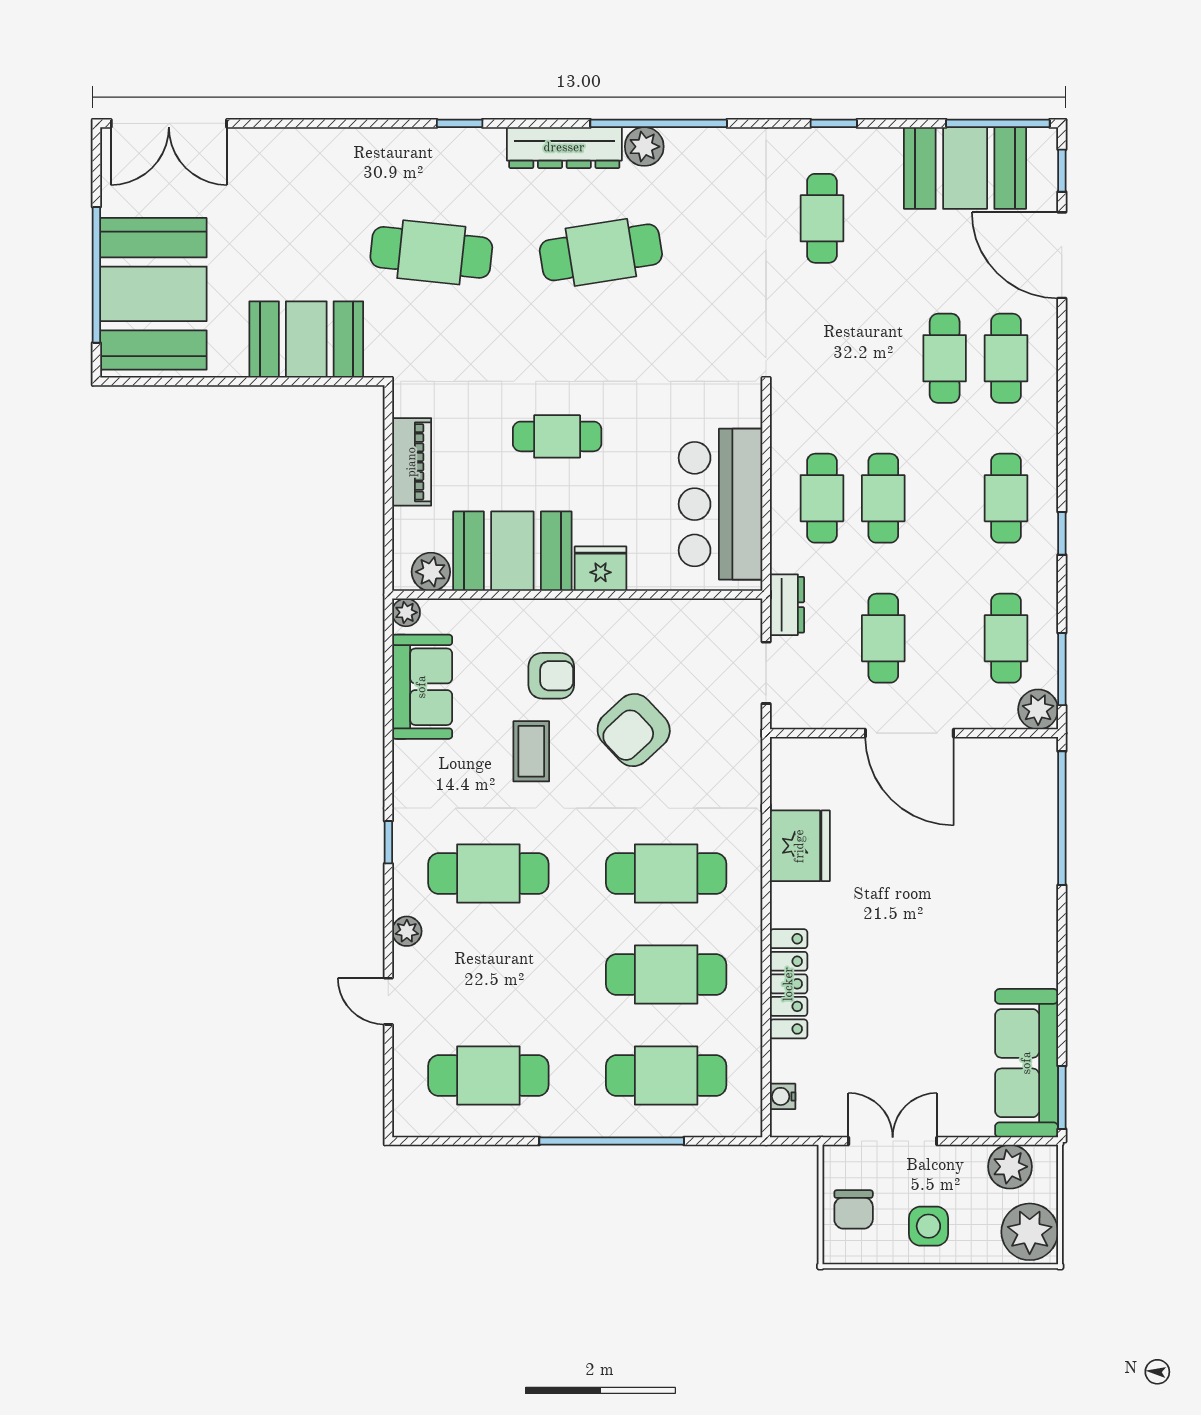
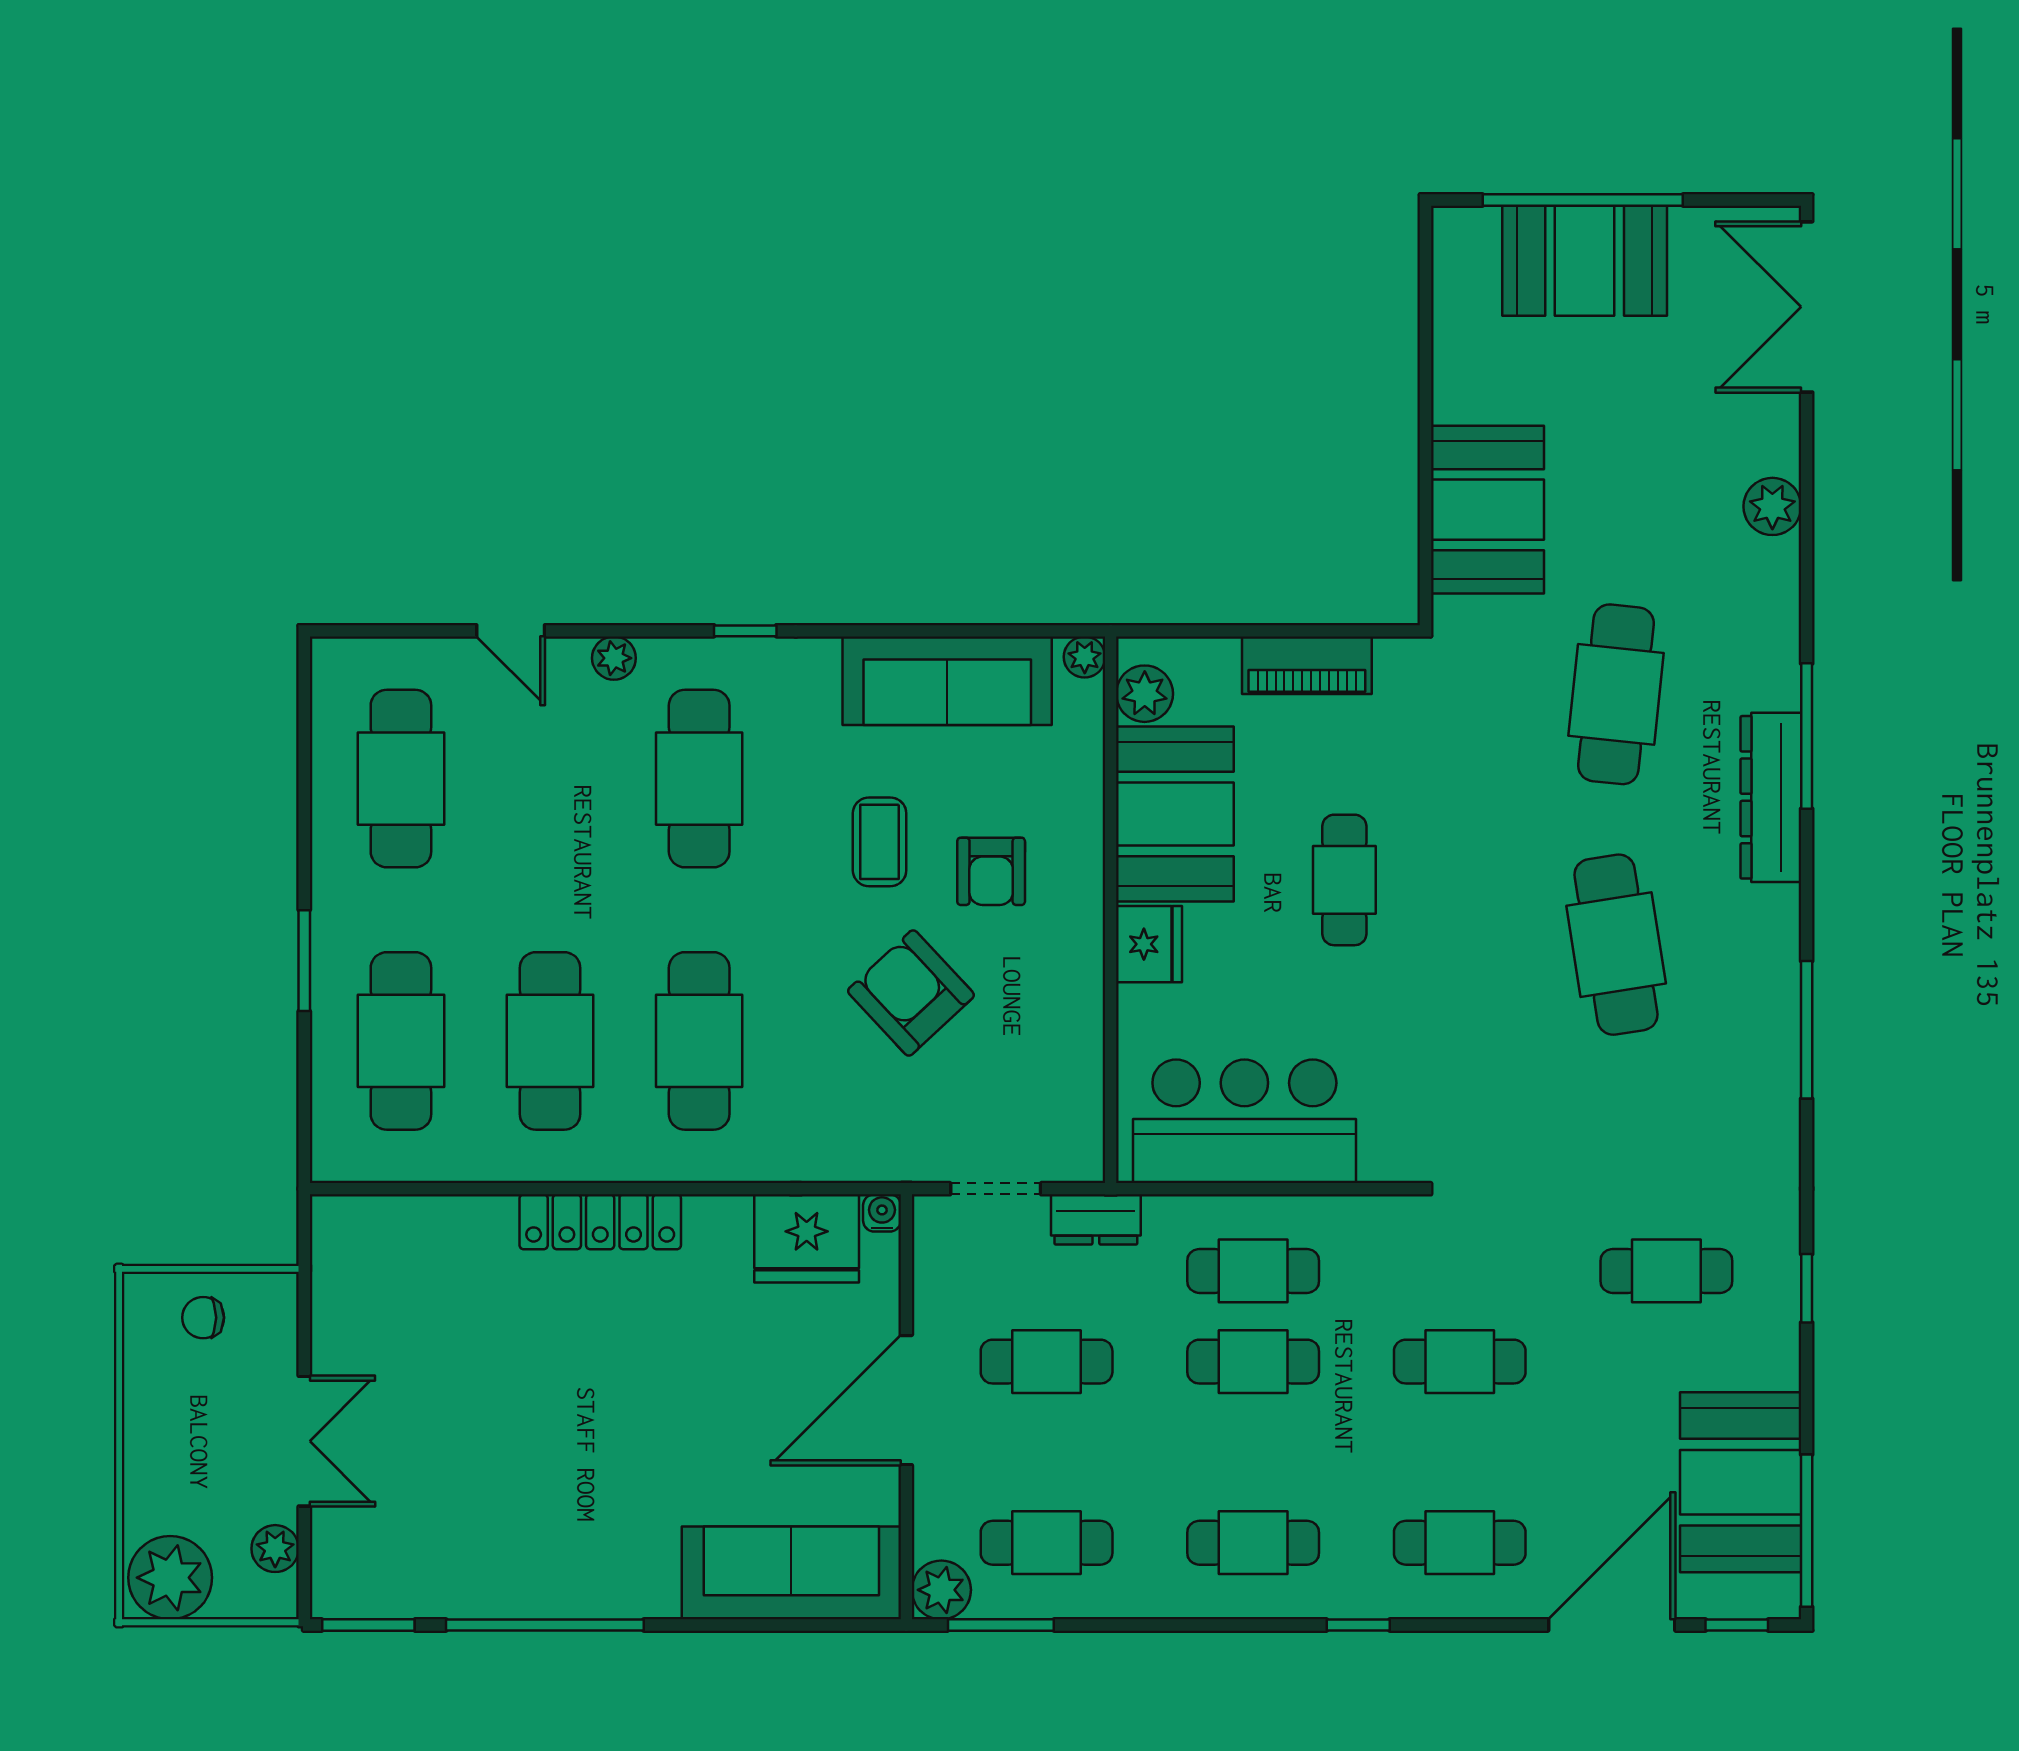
window: (460, 123) -> (1807, 736), width x2.17
window: (659, 123) -> (1807, 1030), width x0.68
plant: (644, 147) -> (1772, 506), moved
dresser: (564, 148) -> (1771, 797), moved
booth: (153, 294) -> (1585, 261), width x0.73, depth x0.70
cafe table: (945, 358) -> (1460, 1362), moved
window: (1062, 533) -> (1358, 1625), moved
sofa: (422, 687) -> (947, 681), width x1.36
coffee table: (531, 751) -> (880, 842), turned 90
window: (1062, 818) -> (545, 1625), moved
fridge: (800, 846) -> (807, 1238), moved
locker: (789, 984) -> (600, 1222), moved
door: (388, 1001) -> (511, 631), swing flipped
sofa: (1027, 1063) -> (791, 1573), moved
water cooler: (783, 1096) -> (882, 1213), moved
window: (612, 1141) -> (304, 961), width x0.47
double door: (893, 1141) -> (304, 1441), moved
plant: (1010, 1167) -> (275, 1549), width x0.73, depth x0.73
chair: (854, 1209) -> (203, 1318), width x0.73, depth x0.73
side table: (928, 1226) -> (179, 1428), removed

